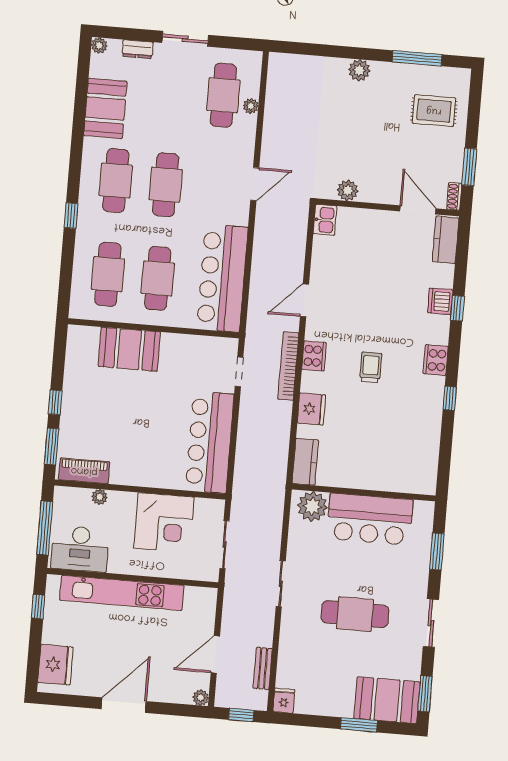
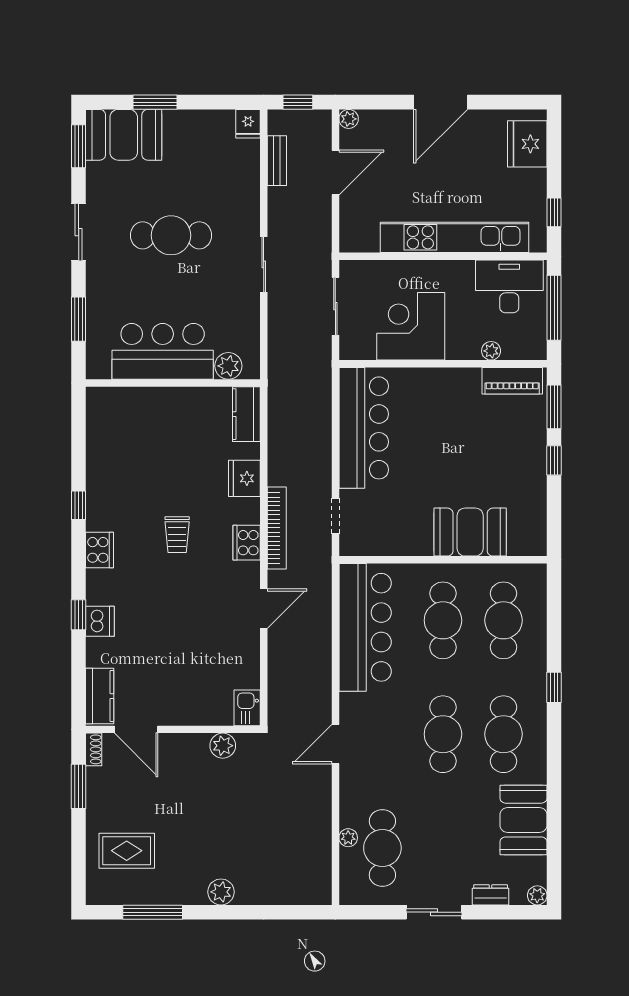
plant: (312, 506) -> (228, 366), width x0.73, depth x0.73

